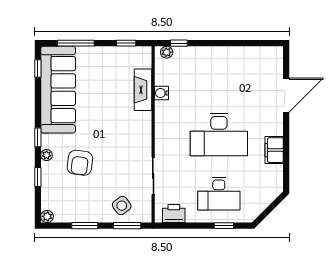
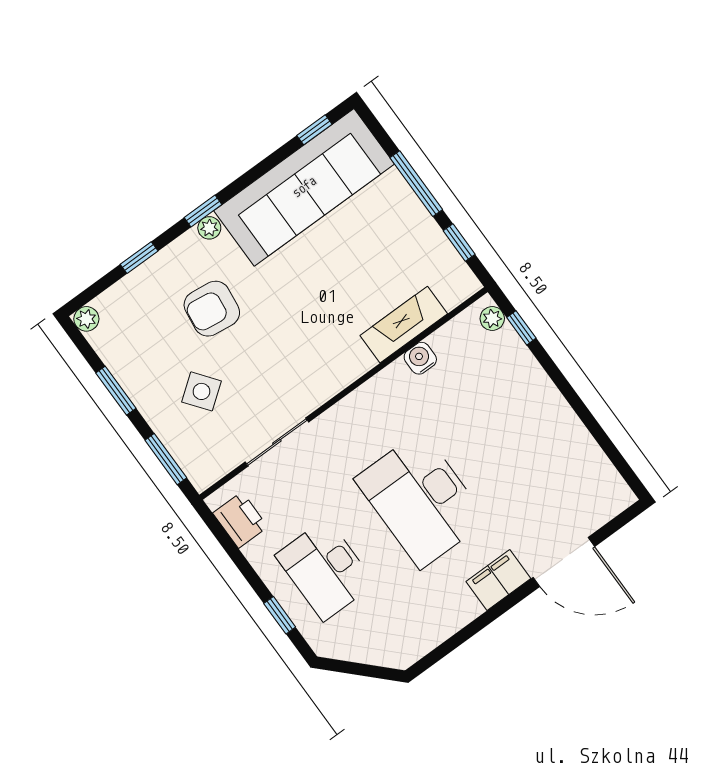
window: (76, 43) -> (416, 184), moved
filing cabinet: (274, 150) -> (498, 580), moved
plant: (47, 155) -> (209, 228), moved
side table: (122, 206) -> (201, 391), moved

